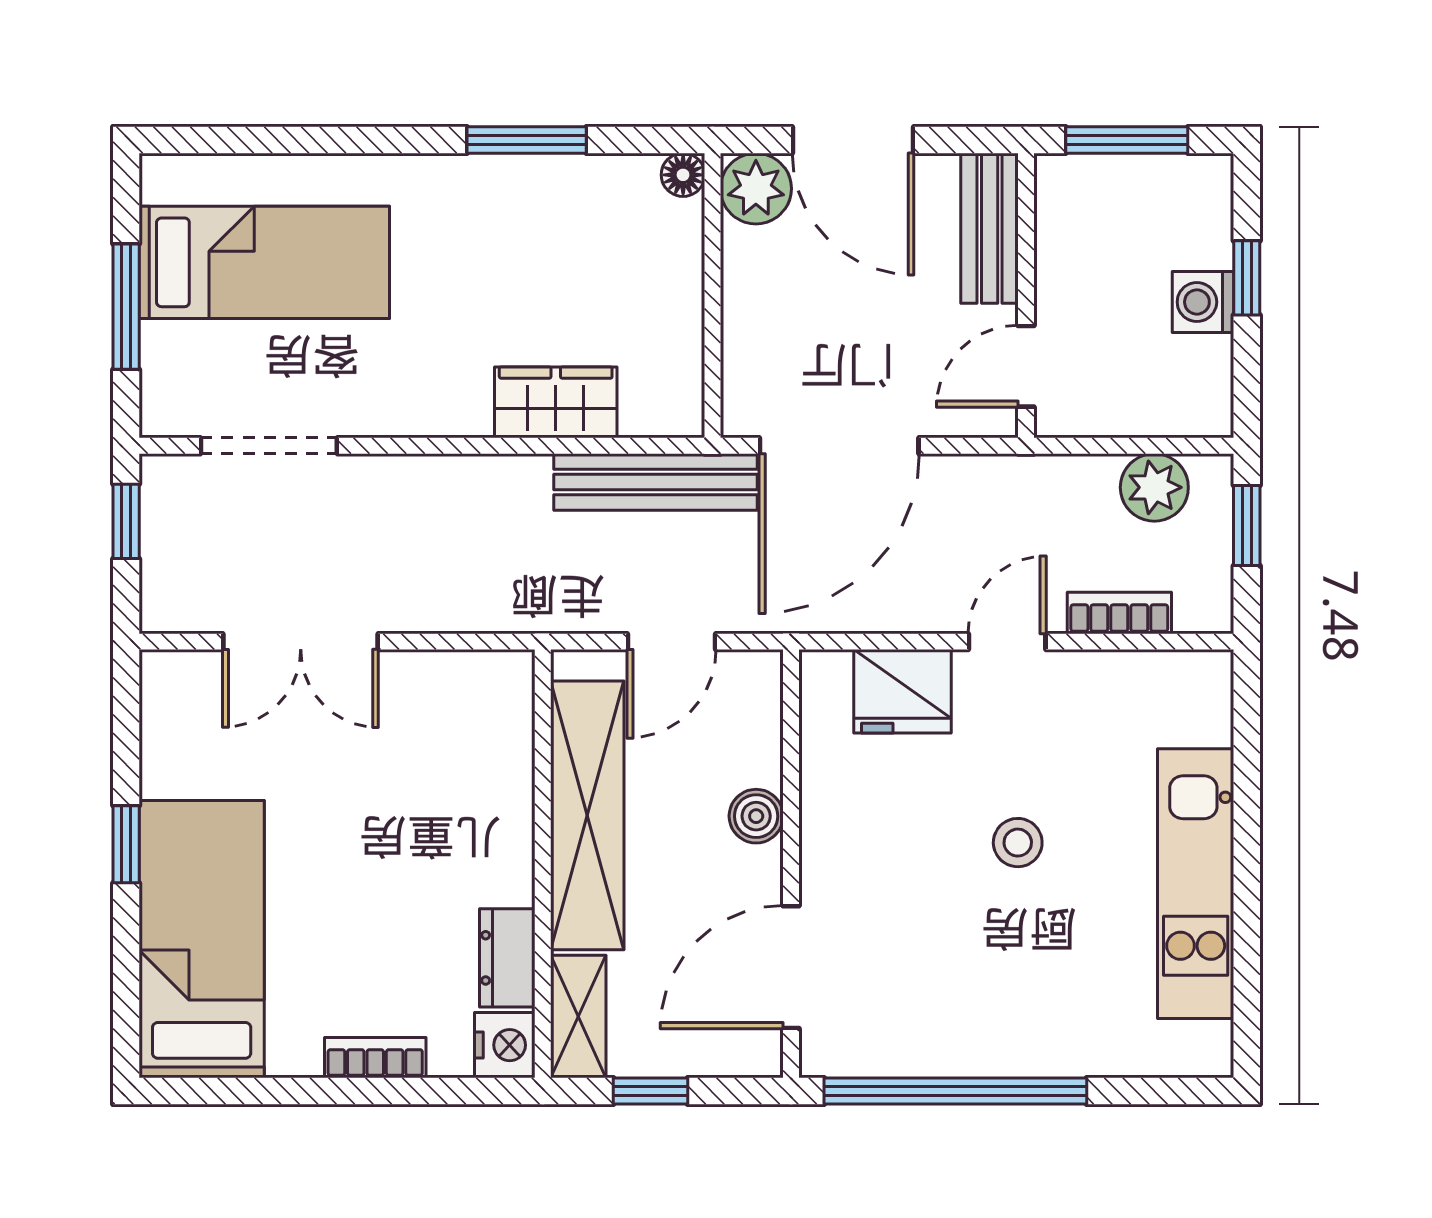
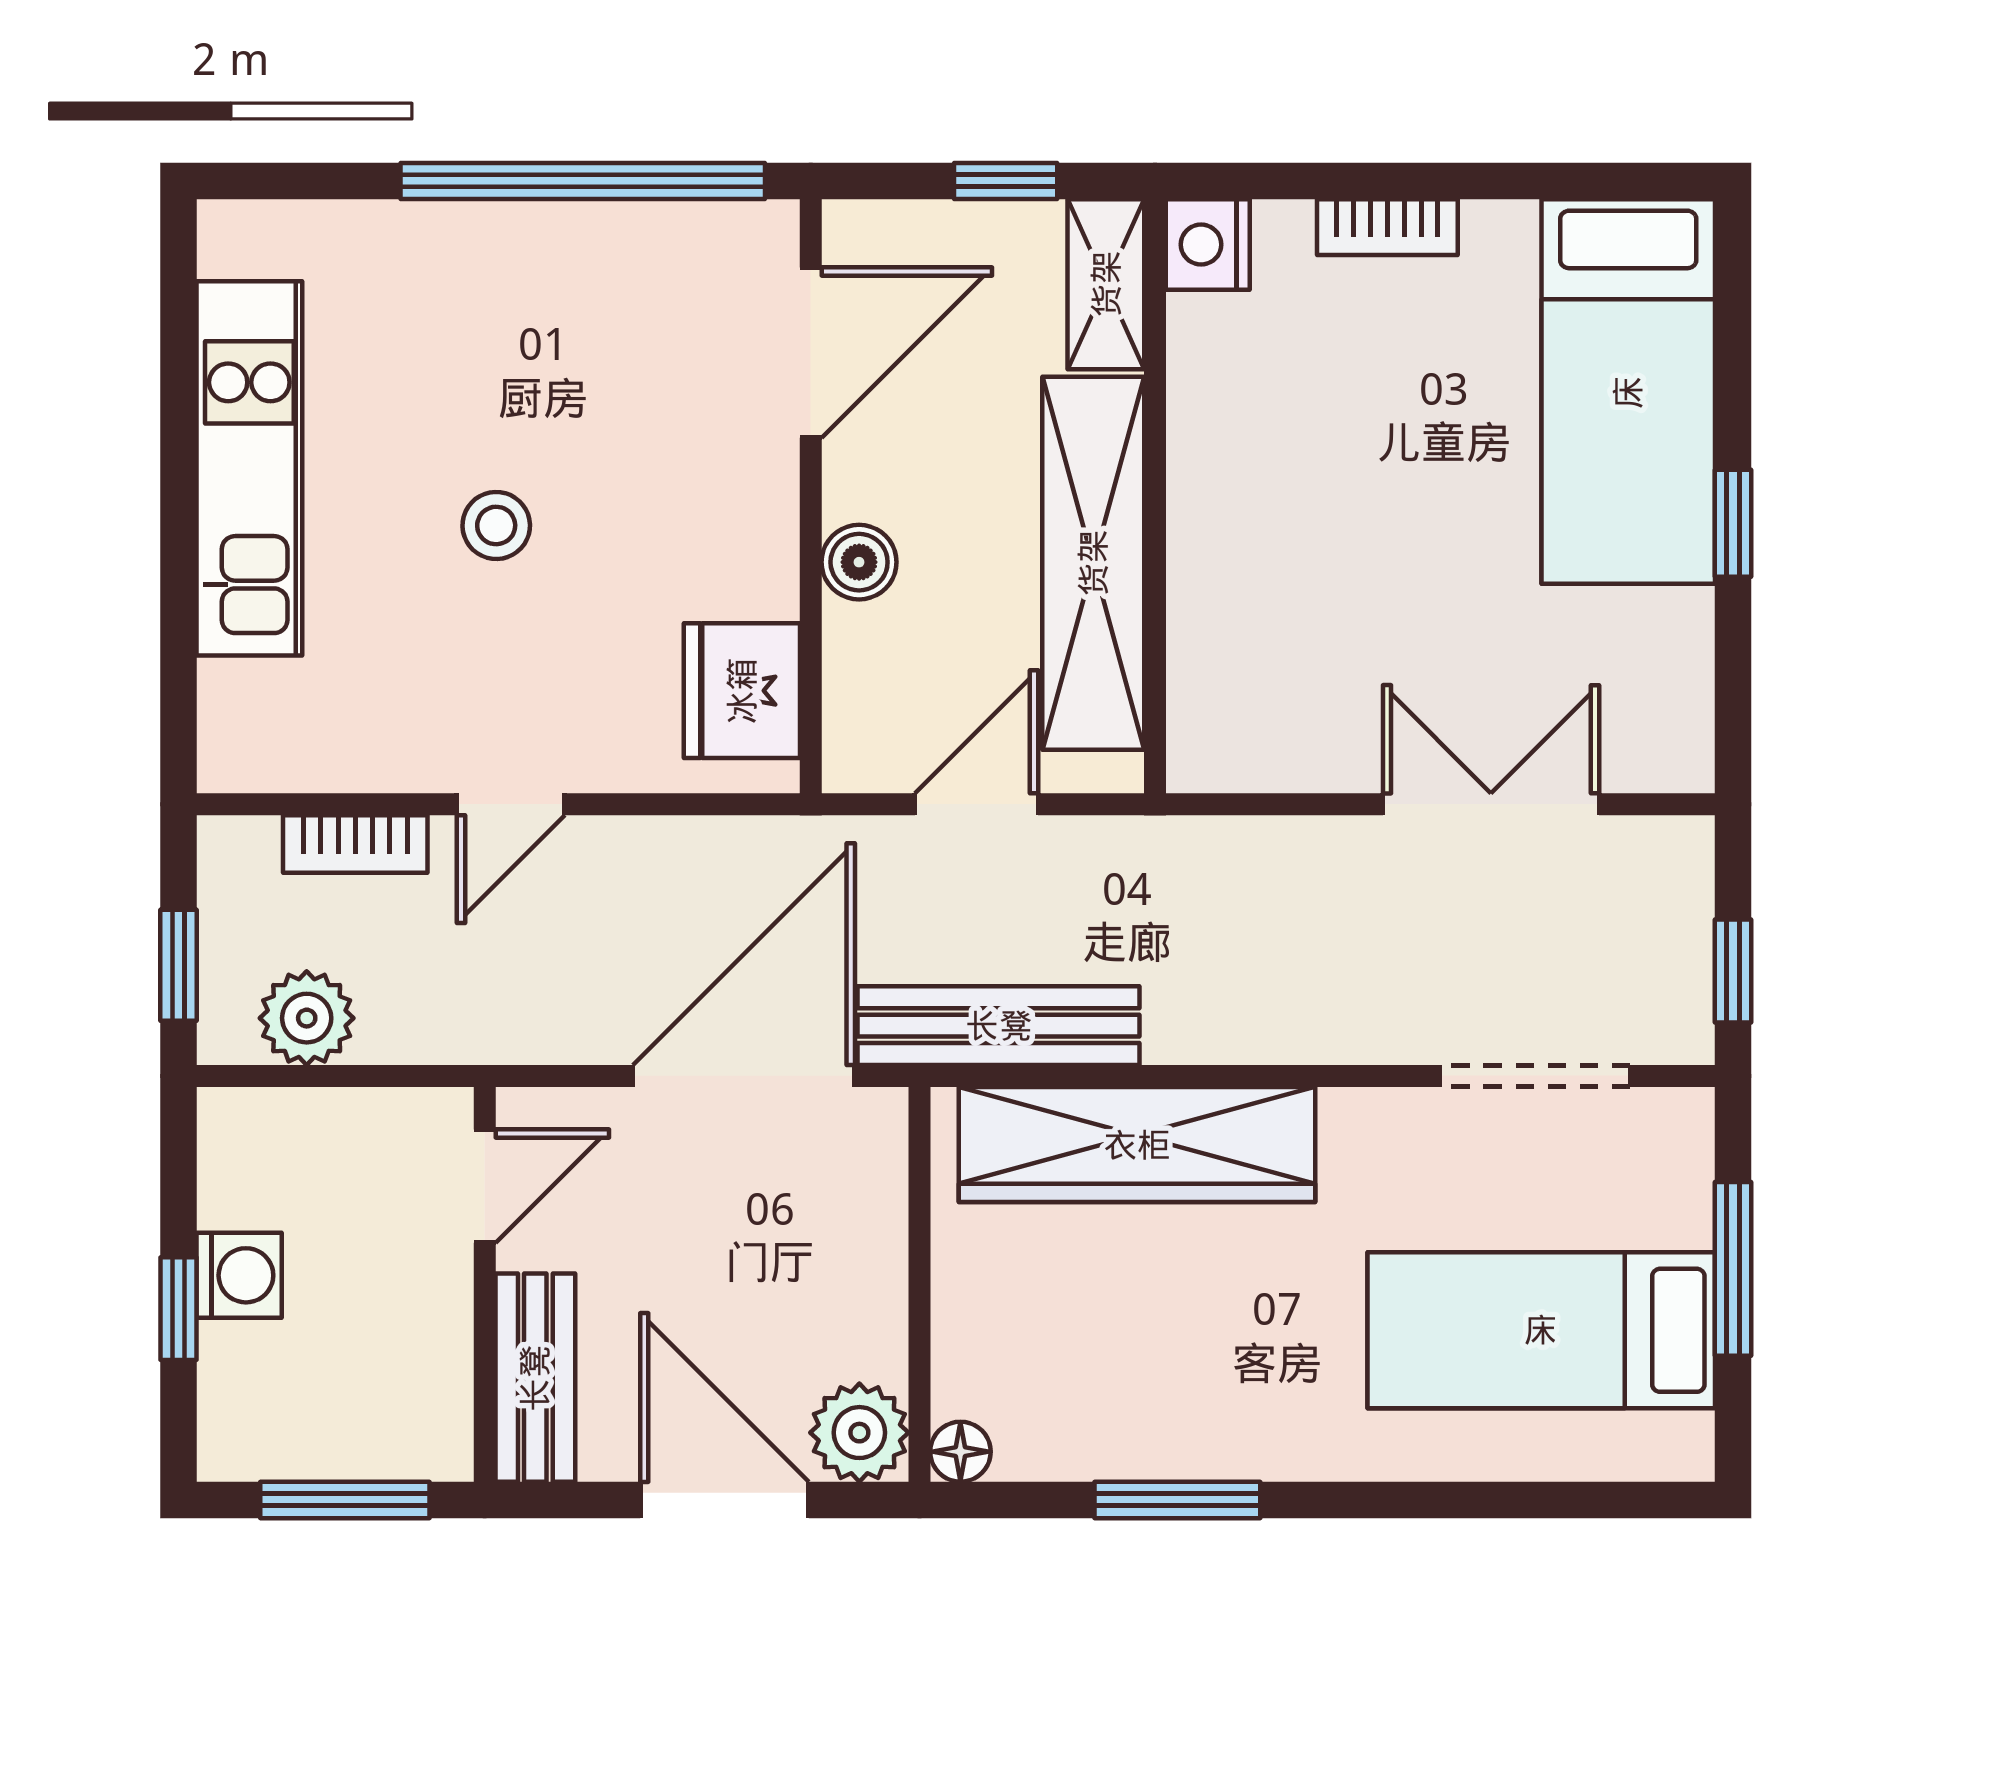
wardrobe: (556, 402) -> (1137, 1145), width x2.10, depth x1.17
fridge: (903, 691) -> (742, 691), moved, turned -90
dresser: (507, 958) -> (1204, 366), removed

